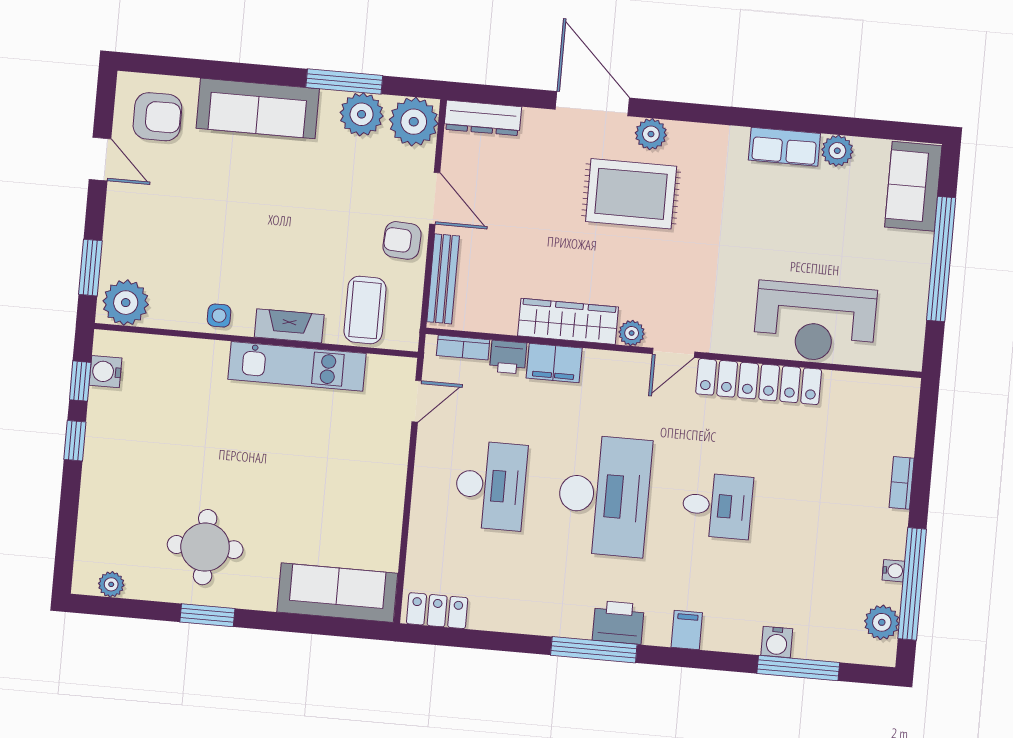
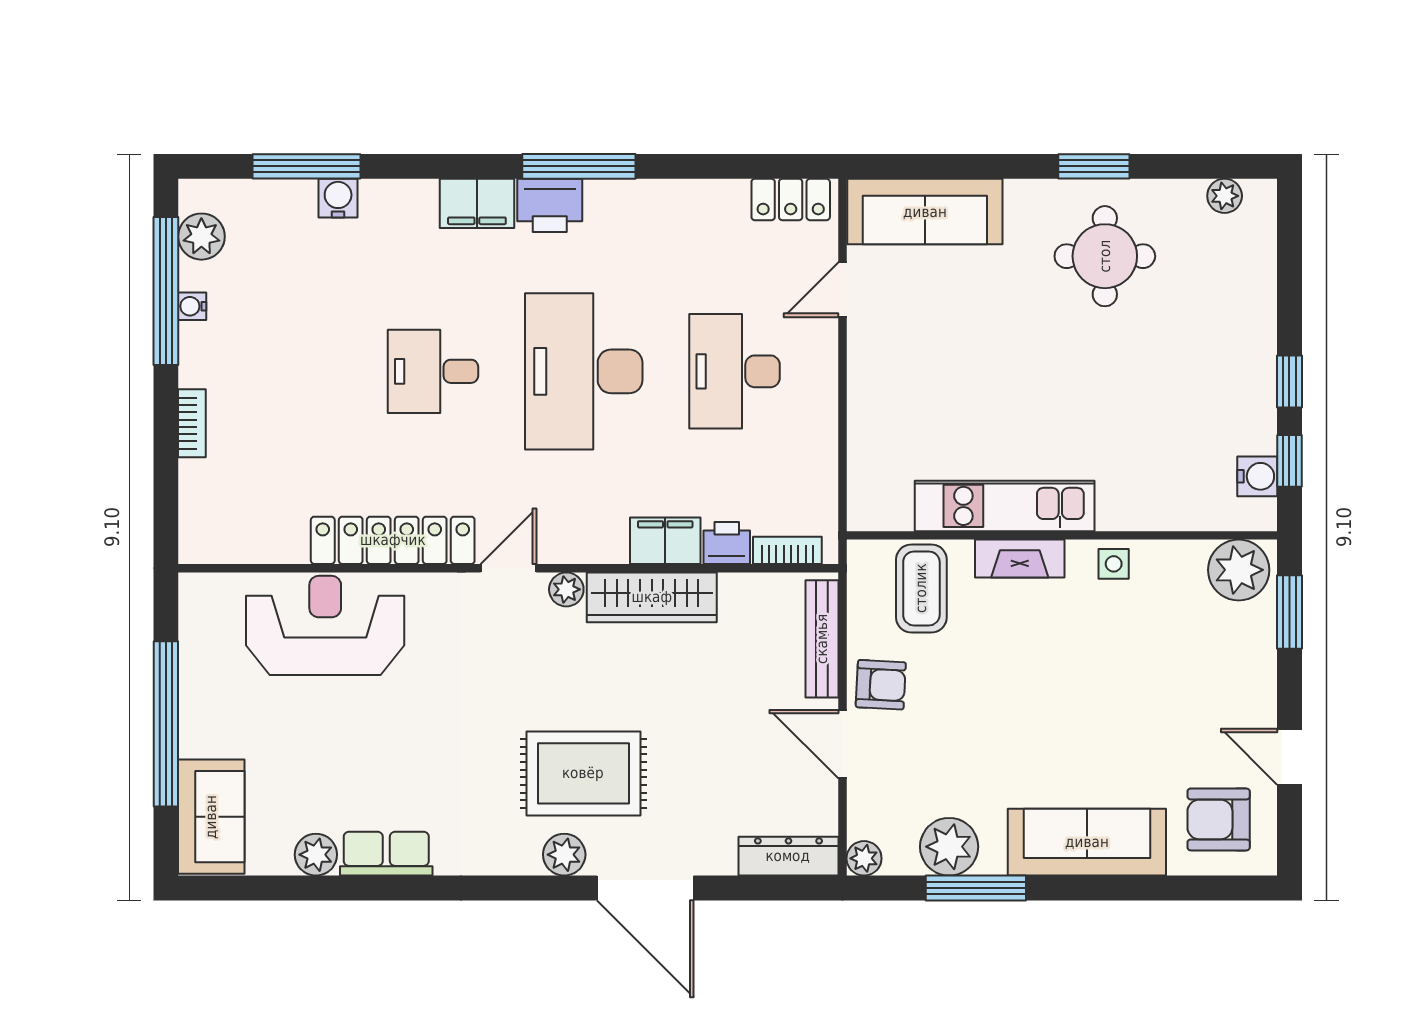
plant: (414, 122) -> (864, 858), width x0.53, depth x0.53
door: (417, 401) -> (843, 290), moved
filing cabinet: (687, 630) -> (477, 203), width x2.00

